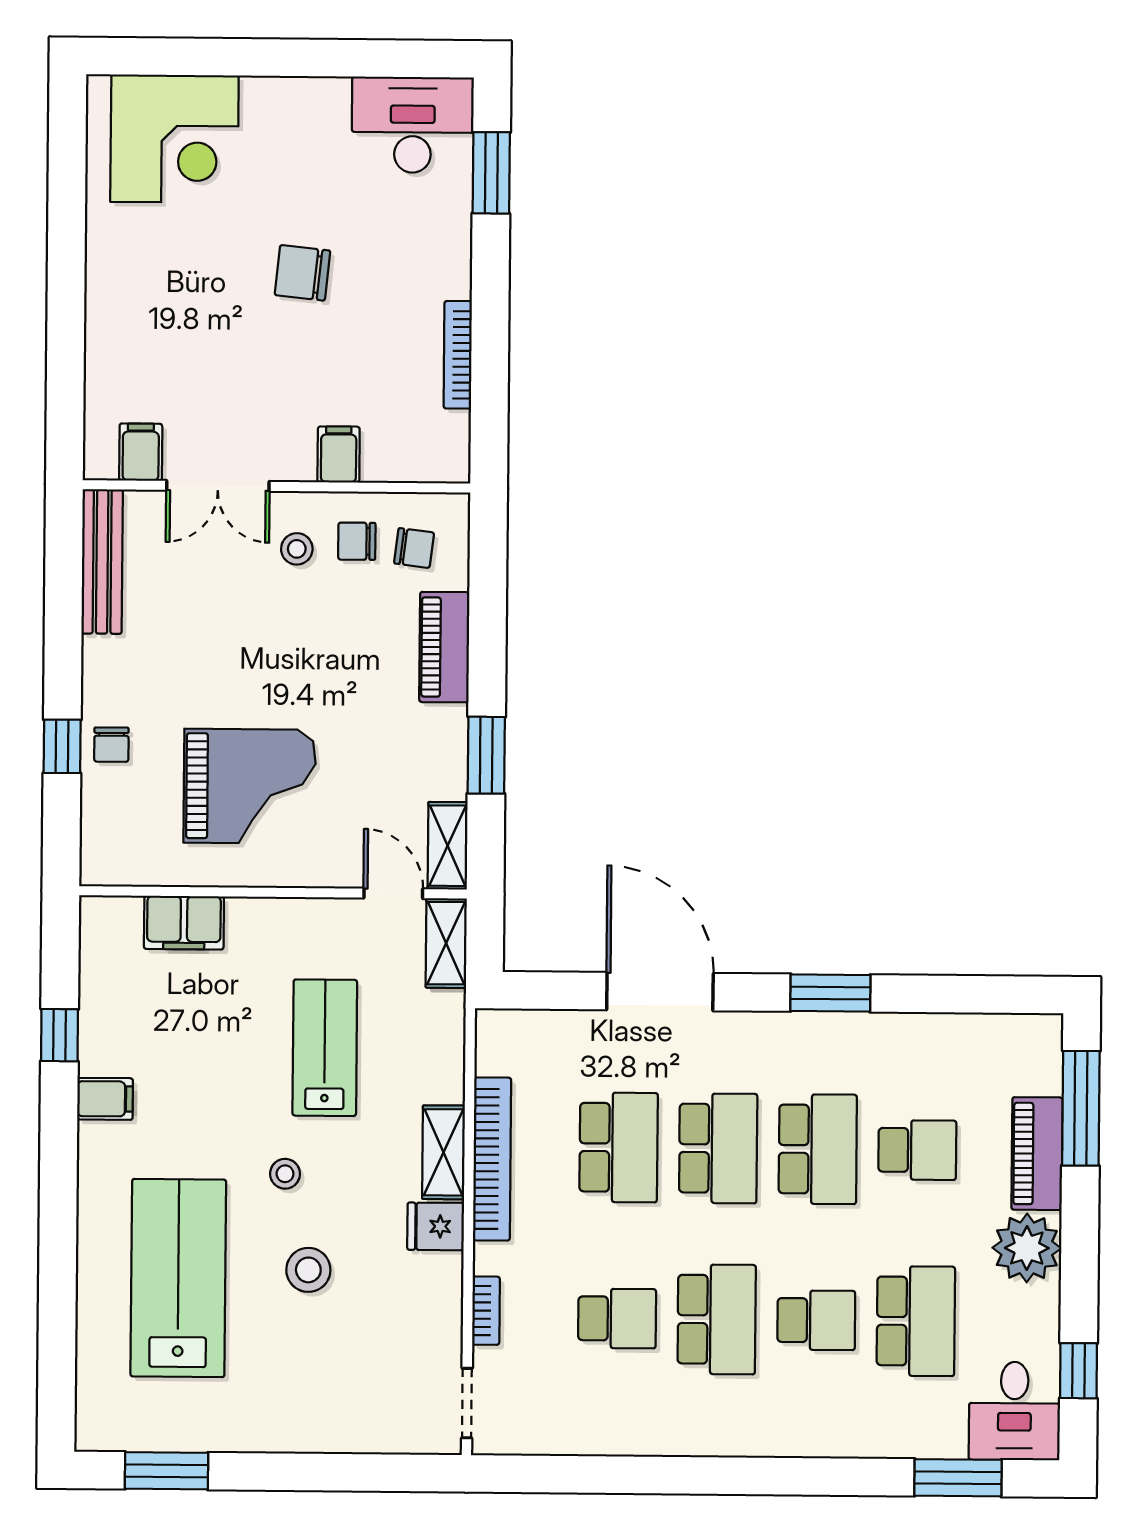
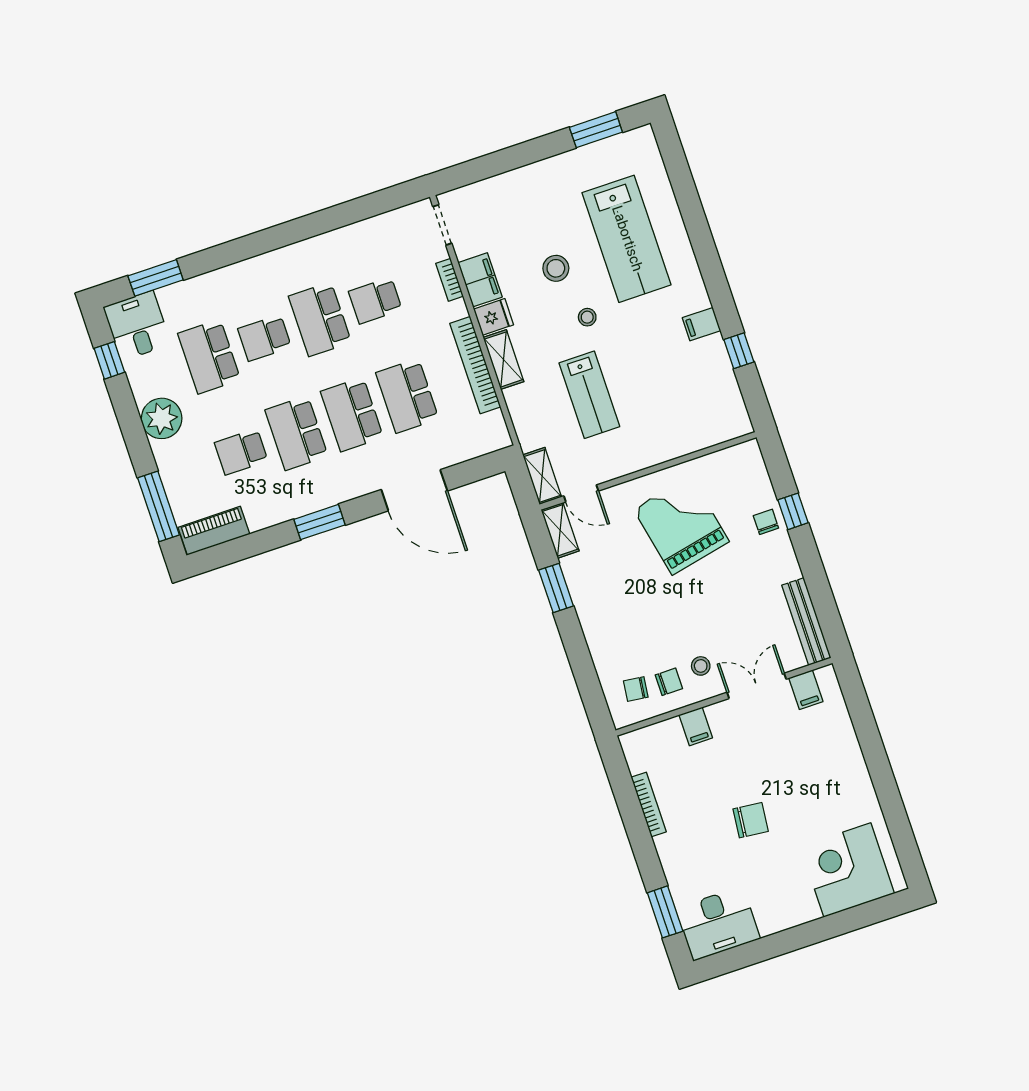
piano: (444, 647) -> (600, 640), removed
grand piano: (250, 786) -> (681, 525), turned 78
filing cabinet: (184, 923) -> (480, 280), moved, turned 90
piano: (1037, 1154) -> (214, 531), moved, turned -90

